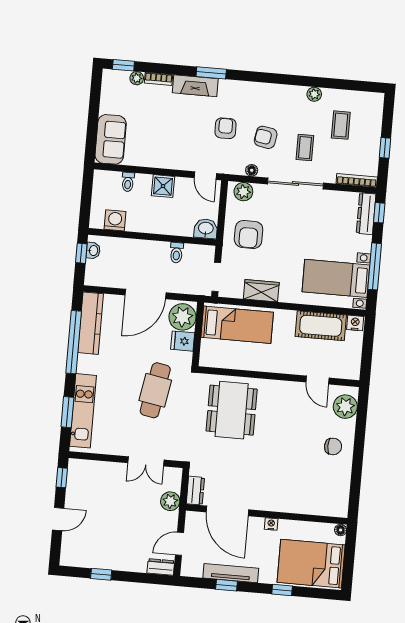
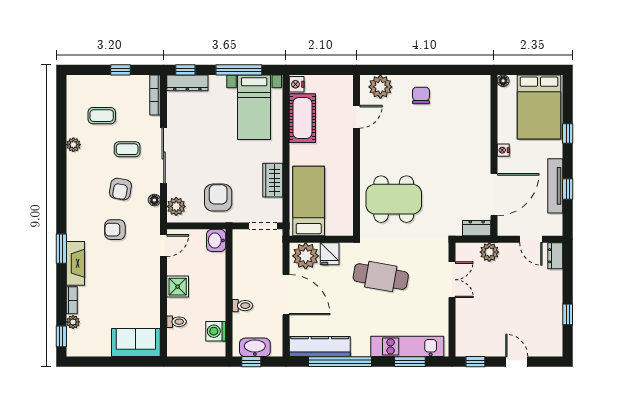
armchair: (249, 234) -> (218, 198), turned -90
washbasin: (93, 251) -> (255, 347), width x1.91, depth x1.45
toilet: (177, 253) -> (242, 306), moved

